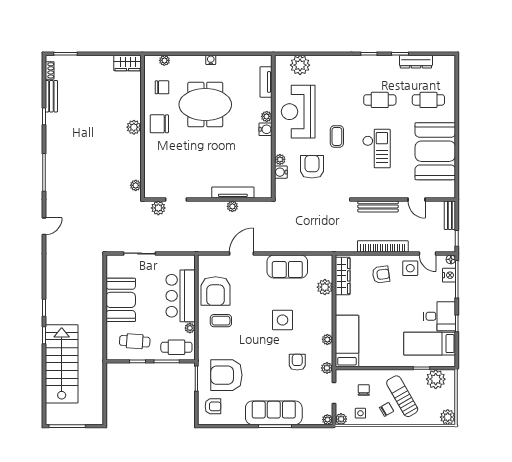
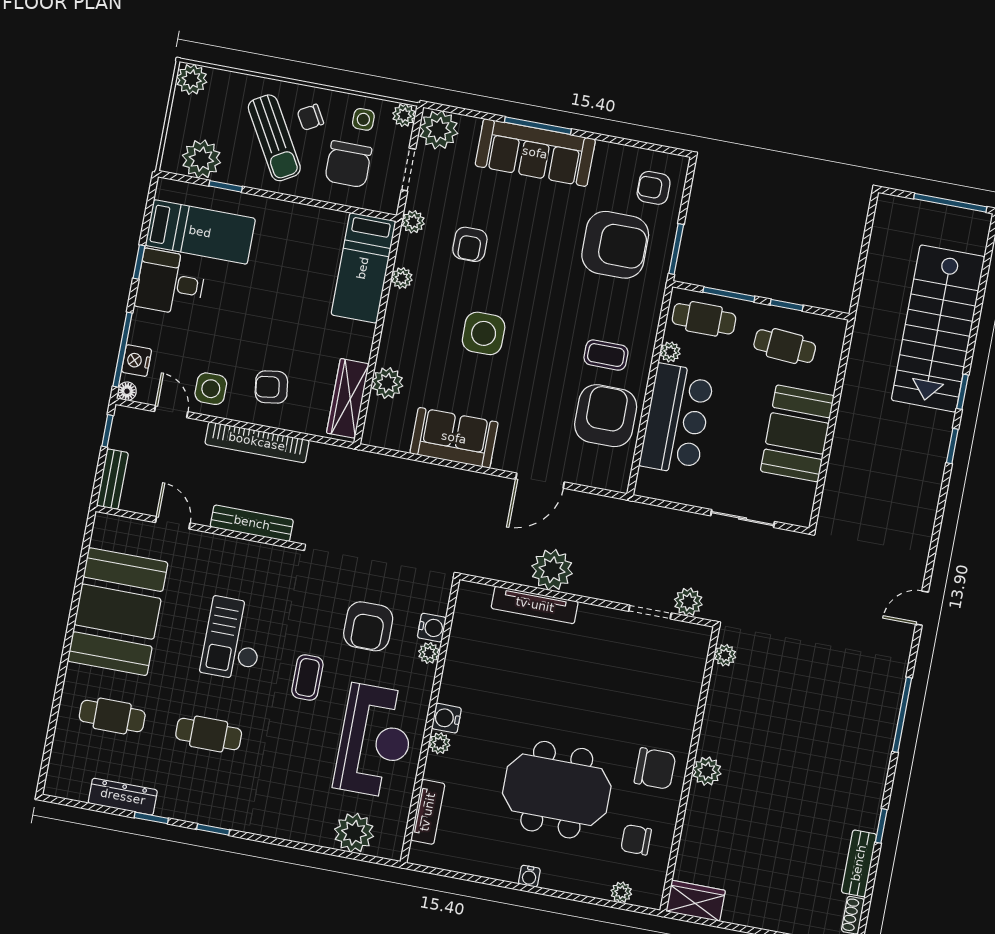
plant: (232, 206) -> (552, 570), width x1.87, depth x1.87
chair: (364, 390) -> (348, 164), width x1.87, depth x1.87
plant: (327, 420) -> (439, 130), width x1.88, depth x1.88

